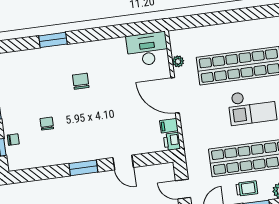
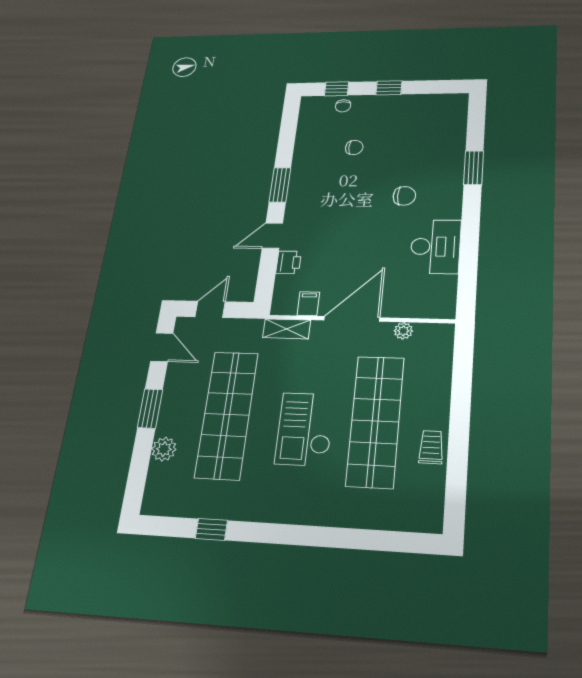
desk: (147, 49) -> (435, 247), moved
shelving: (189, 135) -> (287, 329), added
printer: (172, 141) -> (289, 262), moved, turned 90
trolley: (247, 188) -> (431, 447), moved, turned 180

